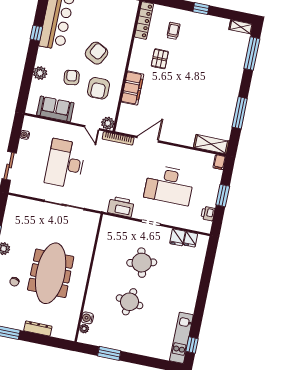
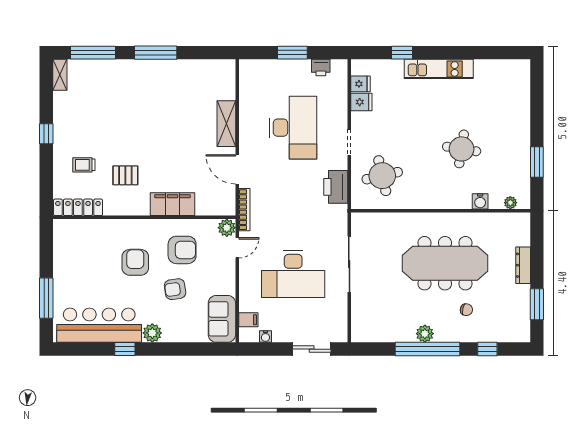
armchair: (97, 53) -> (135, 262), turned 62
plant: (40, 73) -> (152, 333), moved
sofa: (55, 109) -> (222, 319), moved
window: (240, 113) -> (156, 53), moved
shelving: (211, 144) -> (226, 124), moved
filing cabinet: (219, 162) -> (248, 320), moved
round table: (142, 263) -> (382, 176), moved
water cooler: (87, 318) -> (480, 201), moved
kitchen unit: (181, 338) -> (439, 69), moved
window: (192, 345) -> (402, 53), moved

